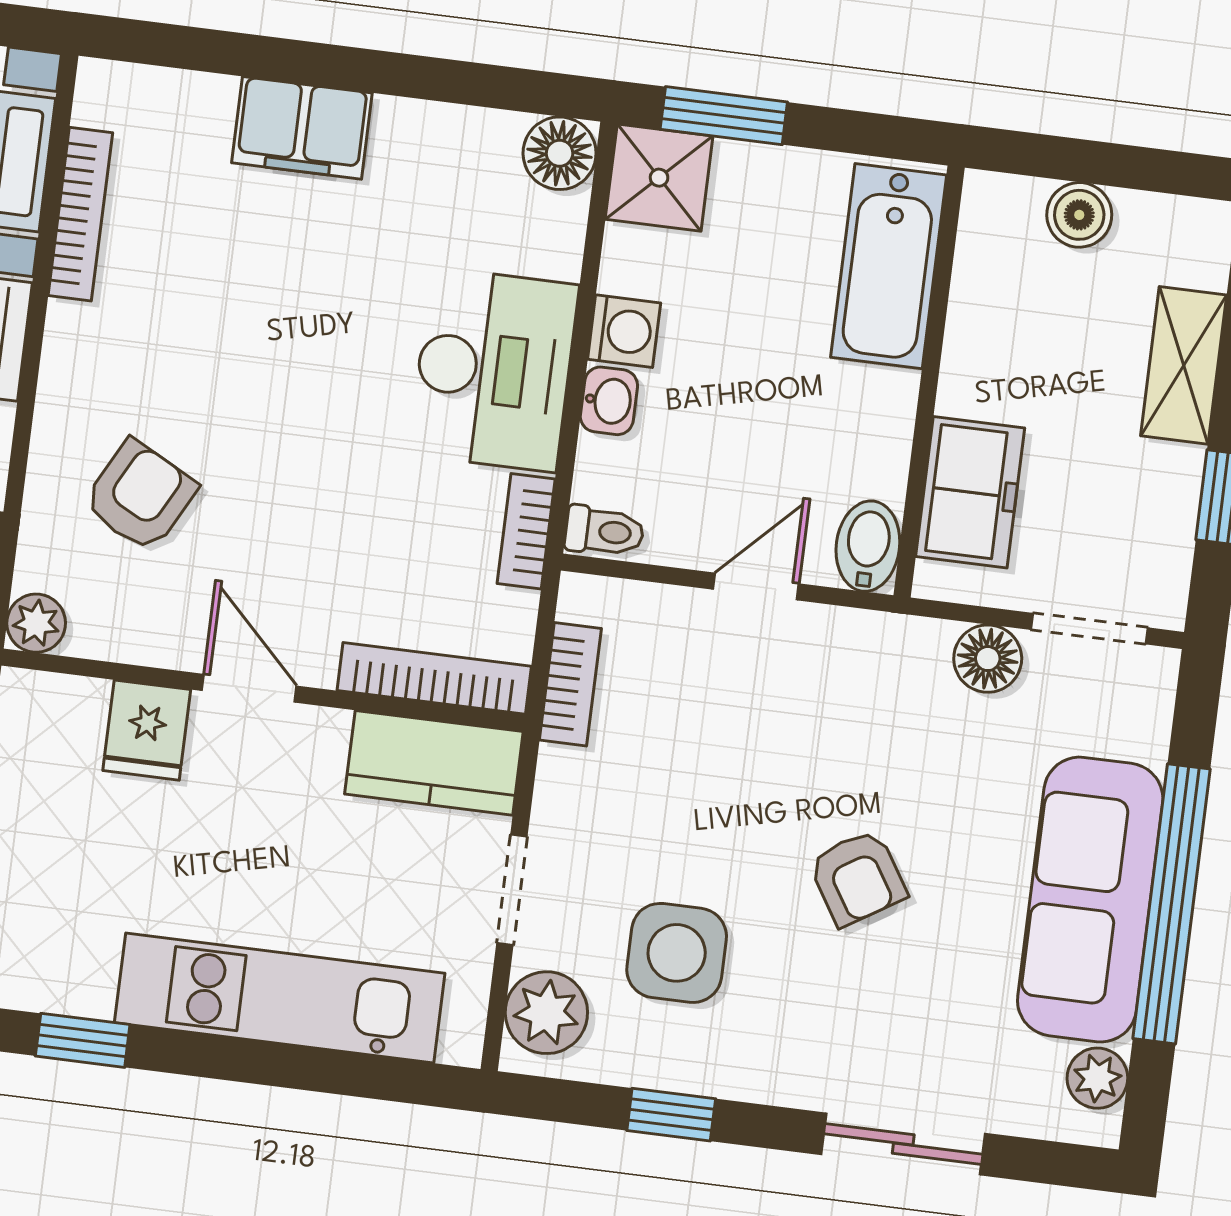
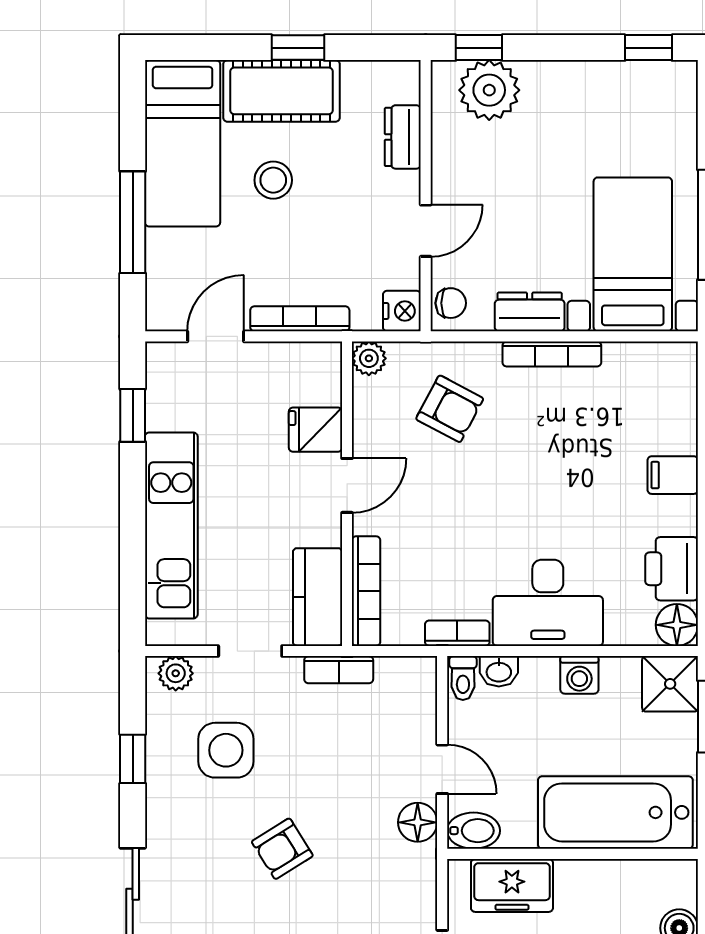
filing cabinet: (302, 128) -> (673, 475), width x0.50
printer: (462, 150) -> (672, 569), added
bookcase: (80, 214) -> (552, 354), moved
bathtub: (889, 266) -> (615, 812), width x1.36, depth x1.36
washbasin: (609, 401) -> (499, 671), moved
floor lamp: (988, 659) -> (418, 822), moved
bookcase: (570, 684) -> (339, 670), moved
plant: (546, 1013) -> (176, 673), width x0.73, depth x0.73

